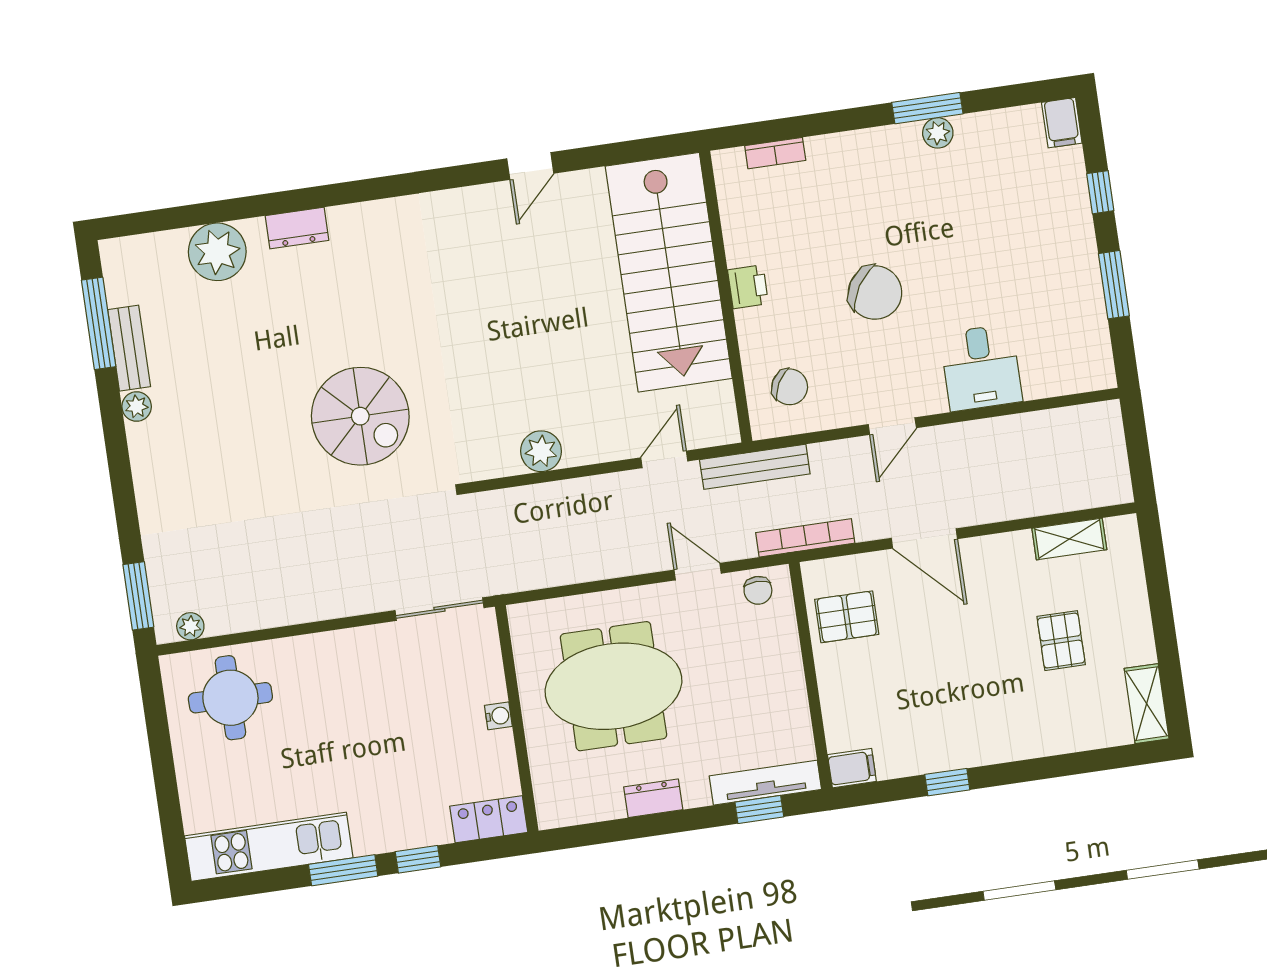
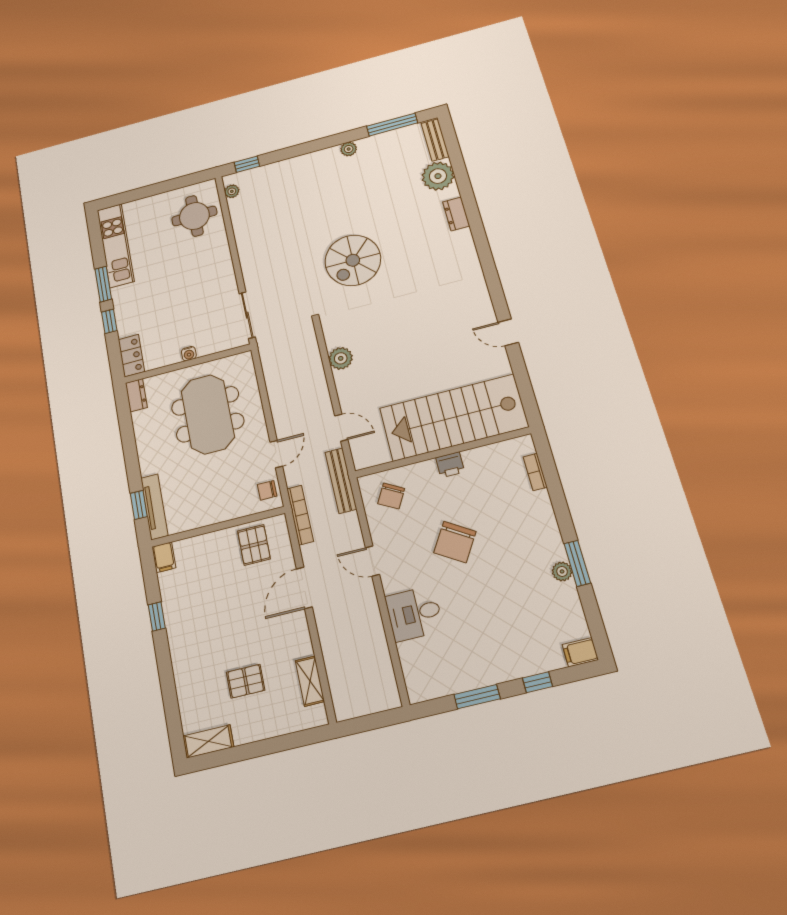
bench: (129, 348) -> (435, 140), moved, turned 90
window: (138, 596) -> (247, 164), width x0.67
dresser: (653, 798) -> (136, 395), moved

